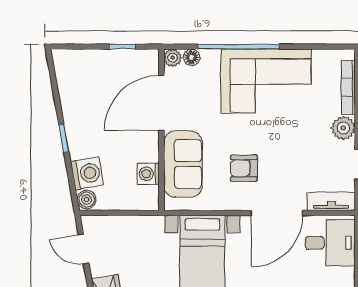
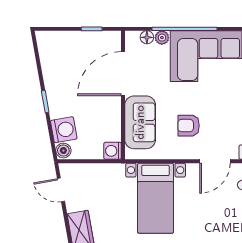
plant: (173, 58) -> (162, 38), moved
washing machine: (148, 174) -> (113, 151), moved
door: (277, 213) -> (215, 161), width x0.73

